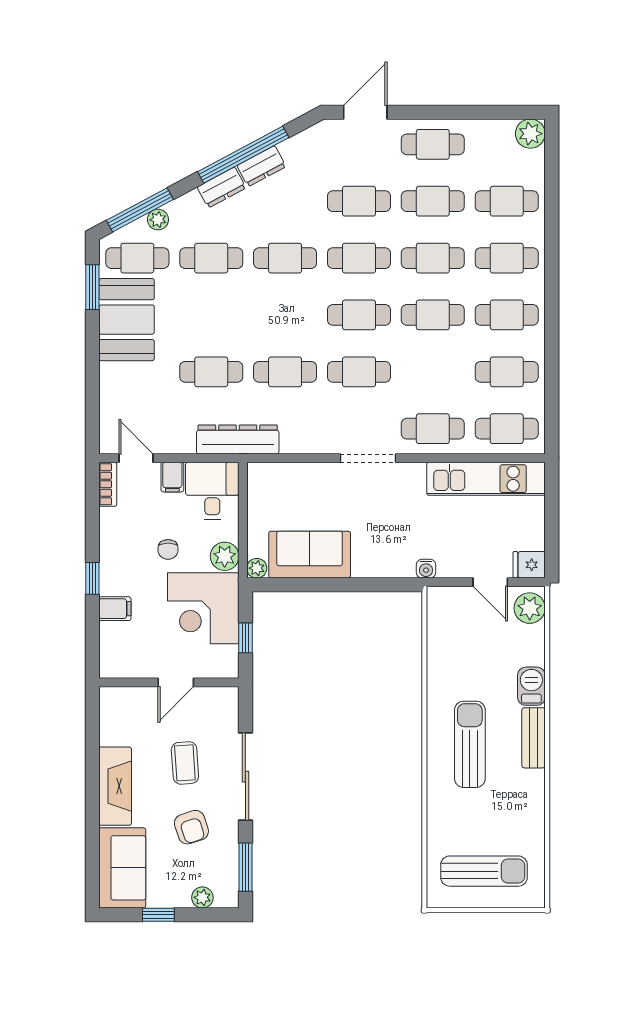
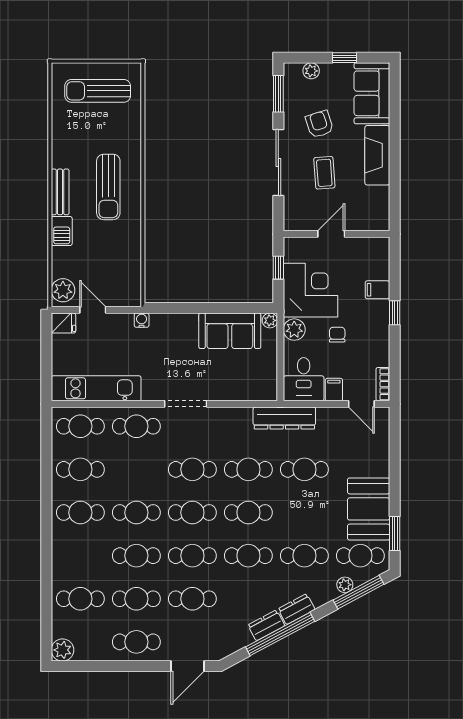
cafe table: (507, 258) -> (248, 513), moved

